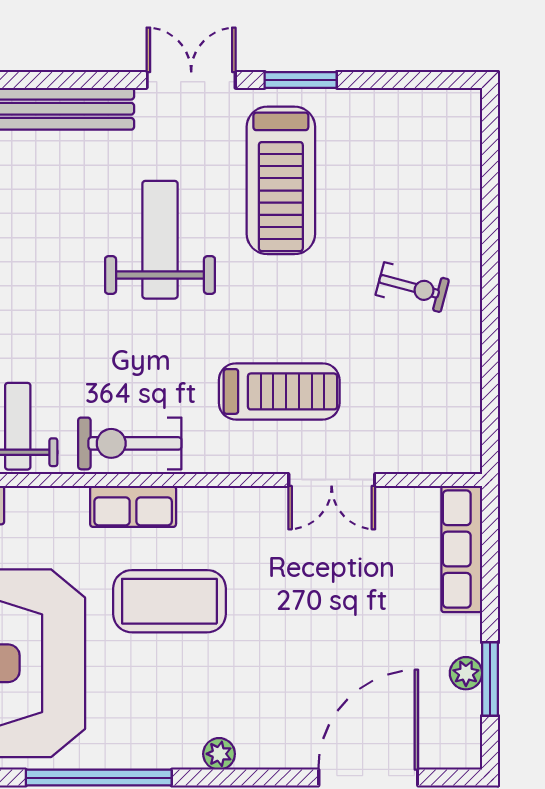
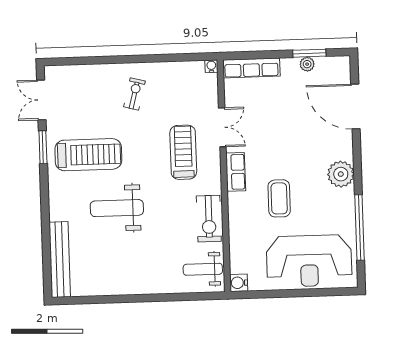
double door: (191, 80) -> (41, 100), moved
water cooler: (468, 460) -> (211, 66), added
row of seats: (133, 506) -> (236, 172), moved
coffee table: (169, 601) -> (279, 198), width x0.73, depth x0.76
plant: (219, 754) -> (341, 174), width x1.87, depth x1.87

